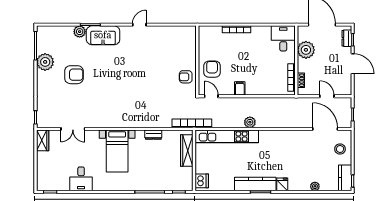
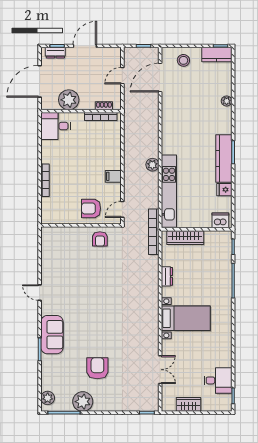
plant: (80, 32) -> (48, 398), moved
wardrobe: (43, 140) -> (189, 404), moved
desk: (81, 179) -> (218, 380), moved
fridge: (282, 184) -> (224, 190), moved
plant: (315, 186) -> (227, 101), moved

